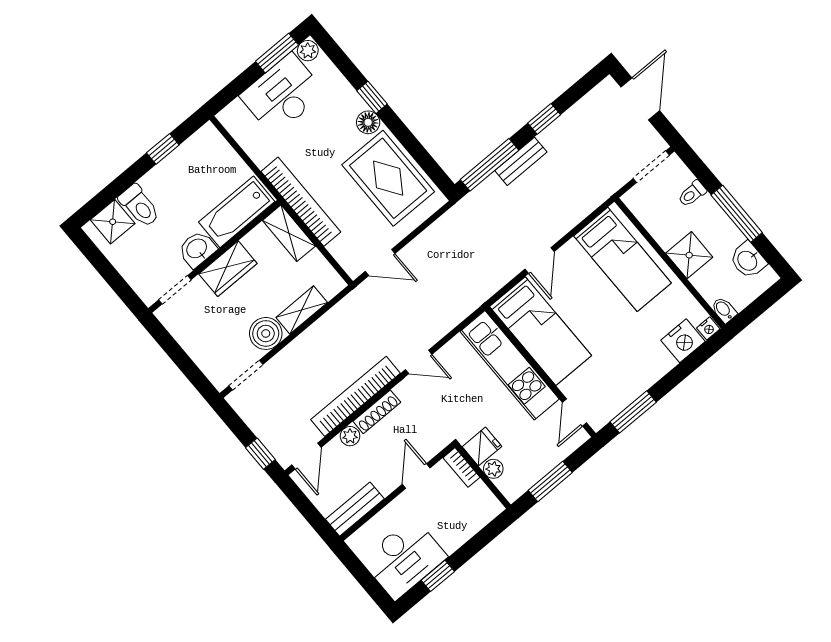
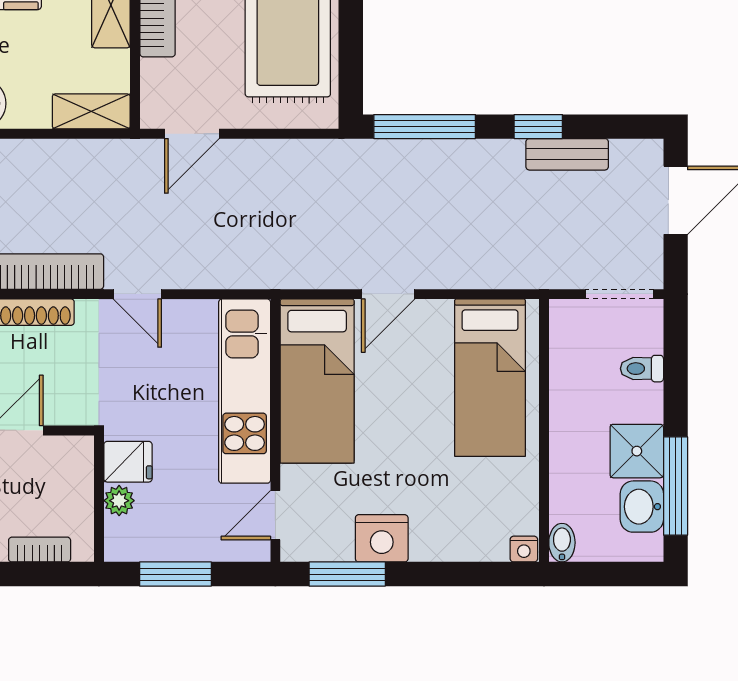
bench: (521, 161) -> (567, 154), moved
window: (737, 214) -> (676, 486), moved
shower: (689, 255) -> (637, 451), moved
door: (380, 263) -> (192, 134), hinge flipped
shelving: (302, 310) -> (91, 111), moved
nightstand: (683, 341) -> (382, 538), moved
bookcase: (461, 467) -> (40, 550), moved, turned 90

